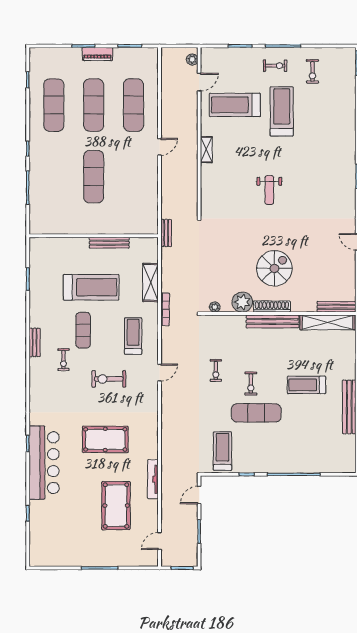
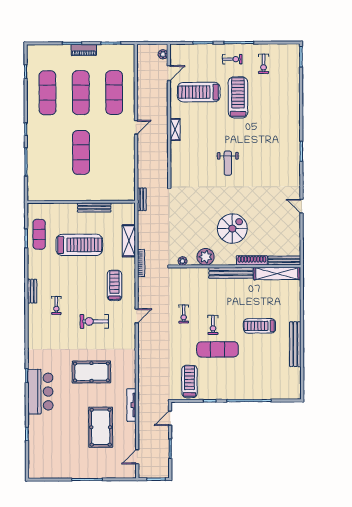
shoe rack: (272, 307) -> (252, 260), moved
exercise mat: (83, 330) -> (39, 234), moved
bar counter: (44, 463) -> (40, 392), width x0.73

